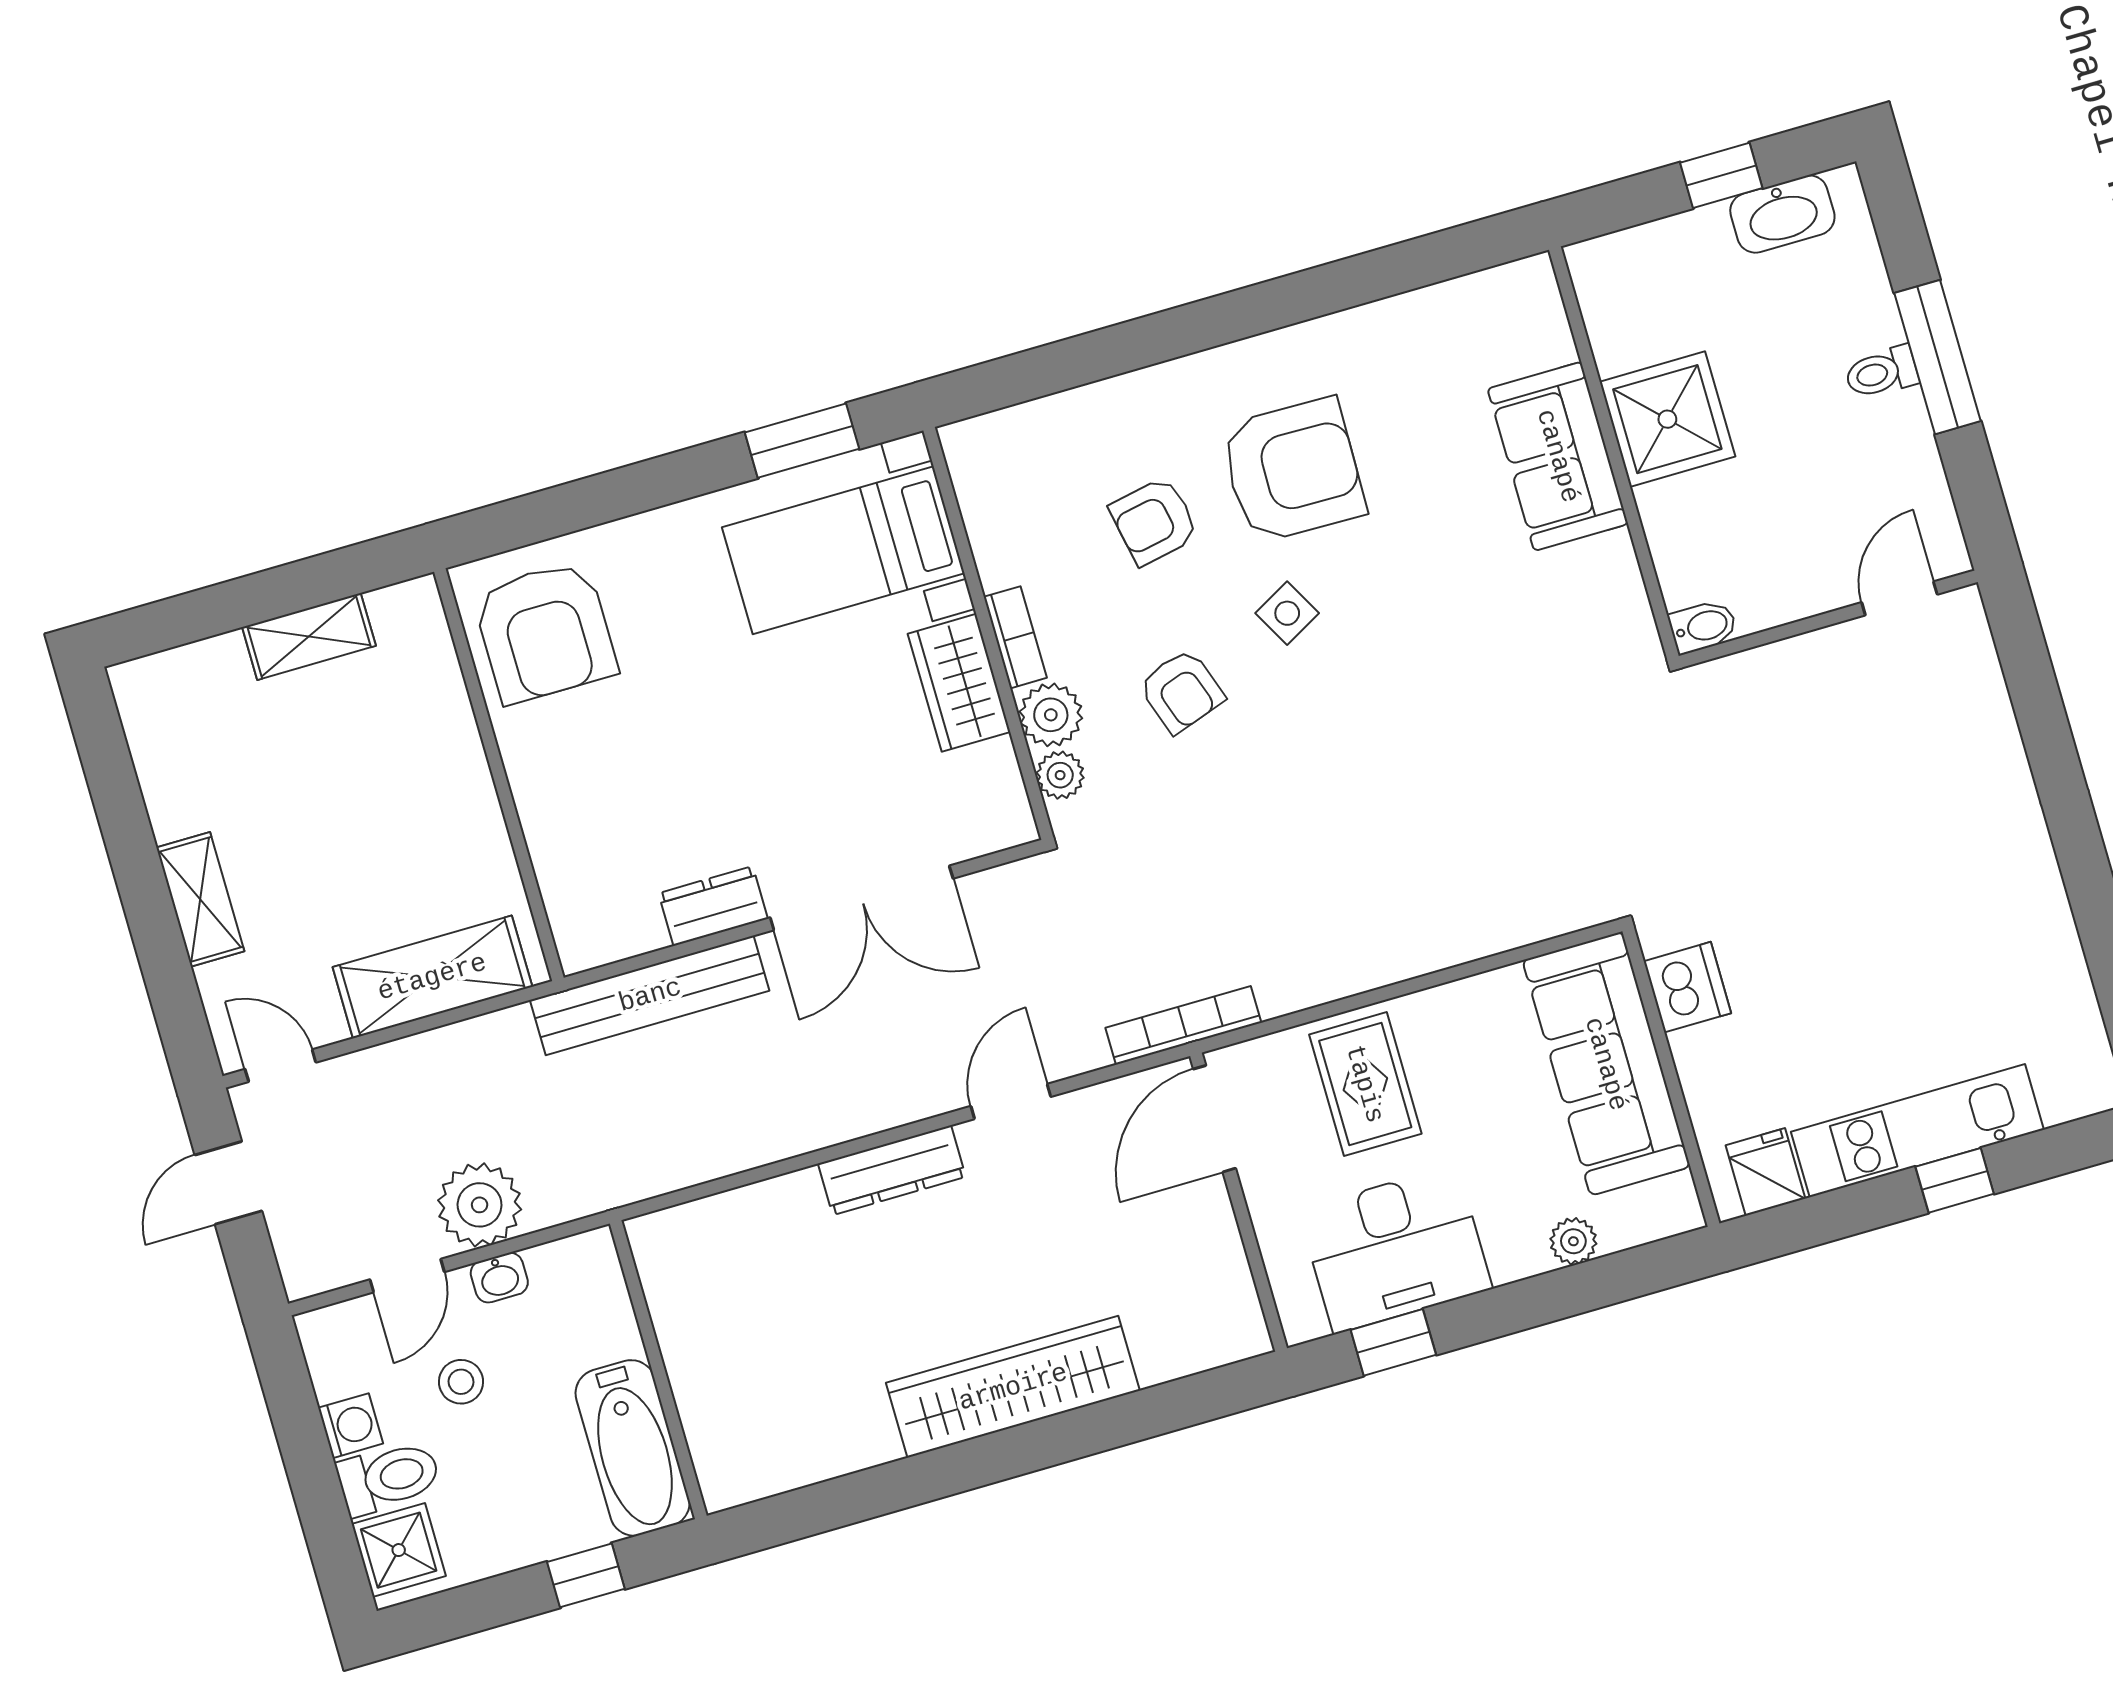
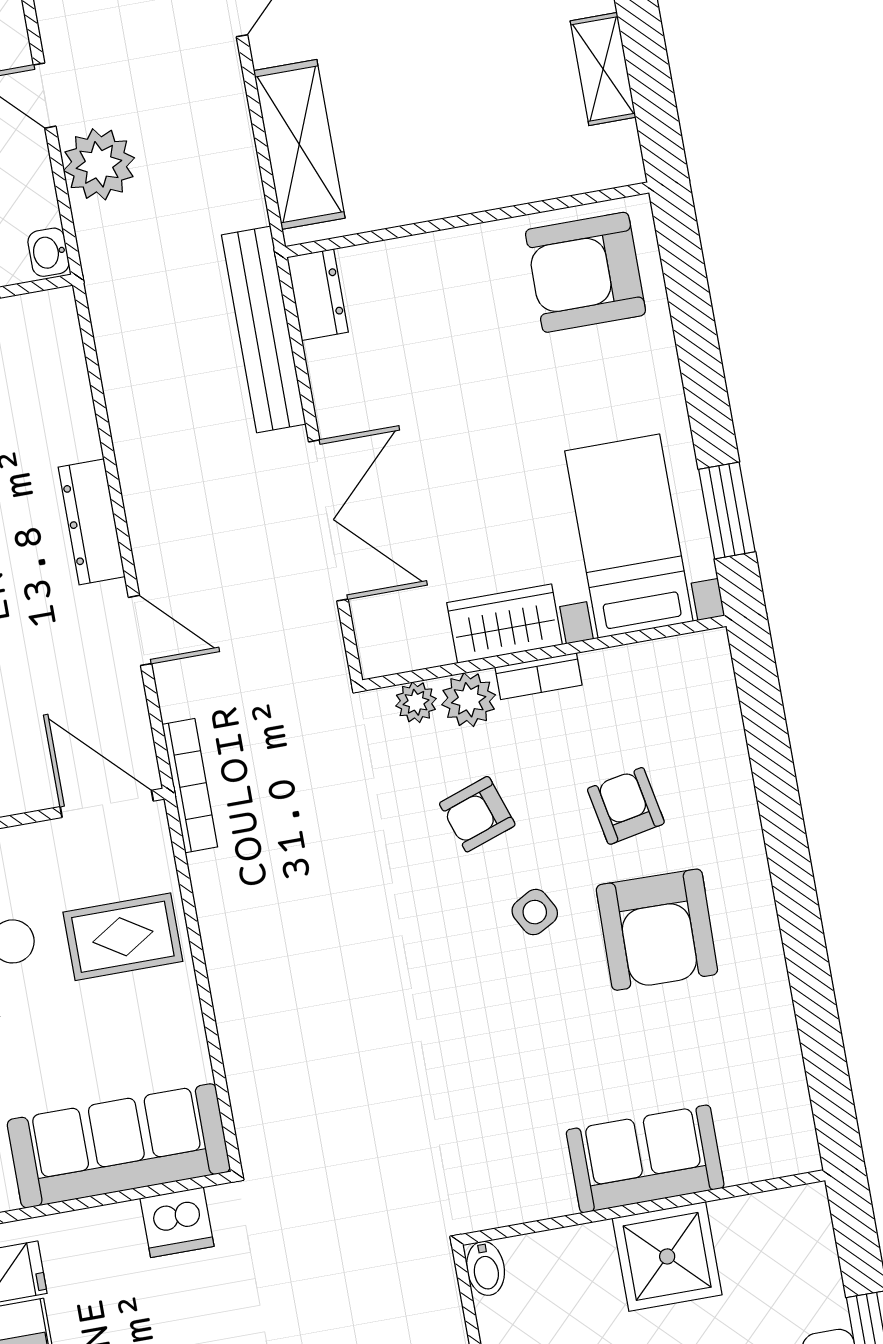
double door: (862, 898) -> (328, 520), swing flipped
dresser: (713, 906) -> (318, 295), moved
washbasin: (499, 1278) -> (49, 252), moved

